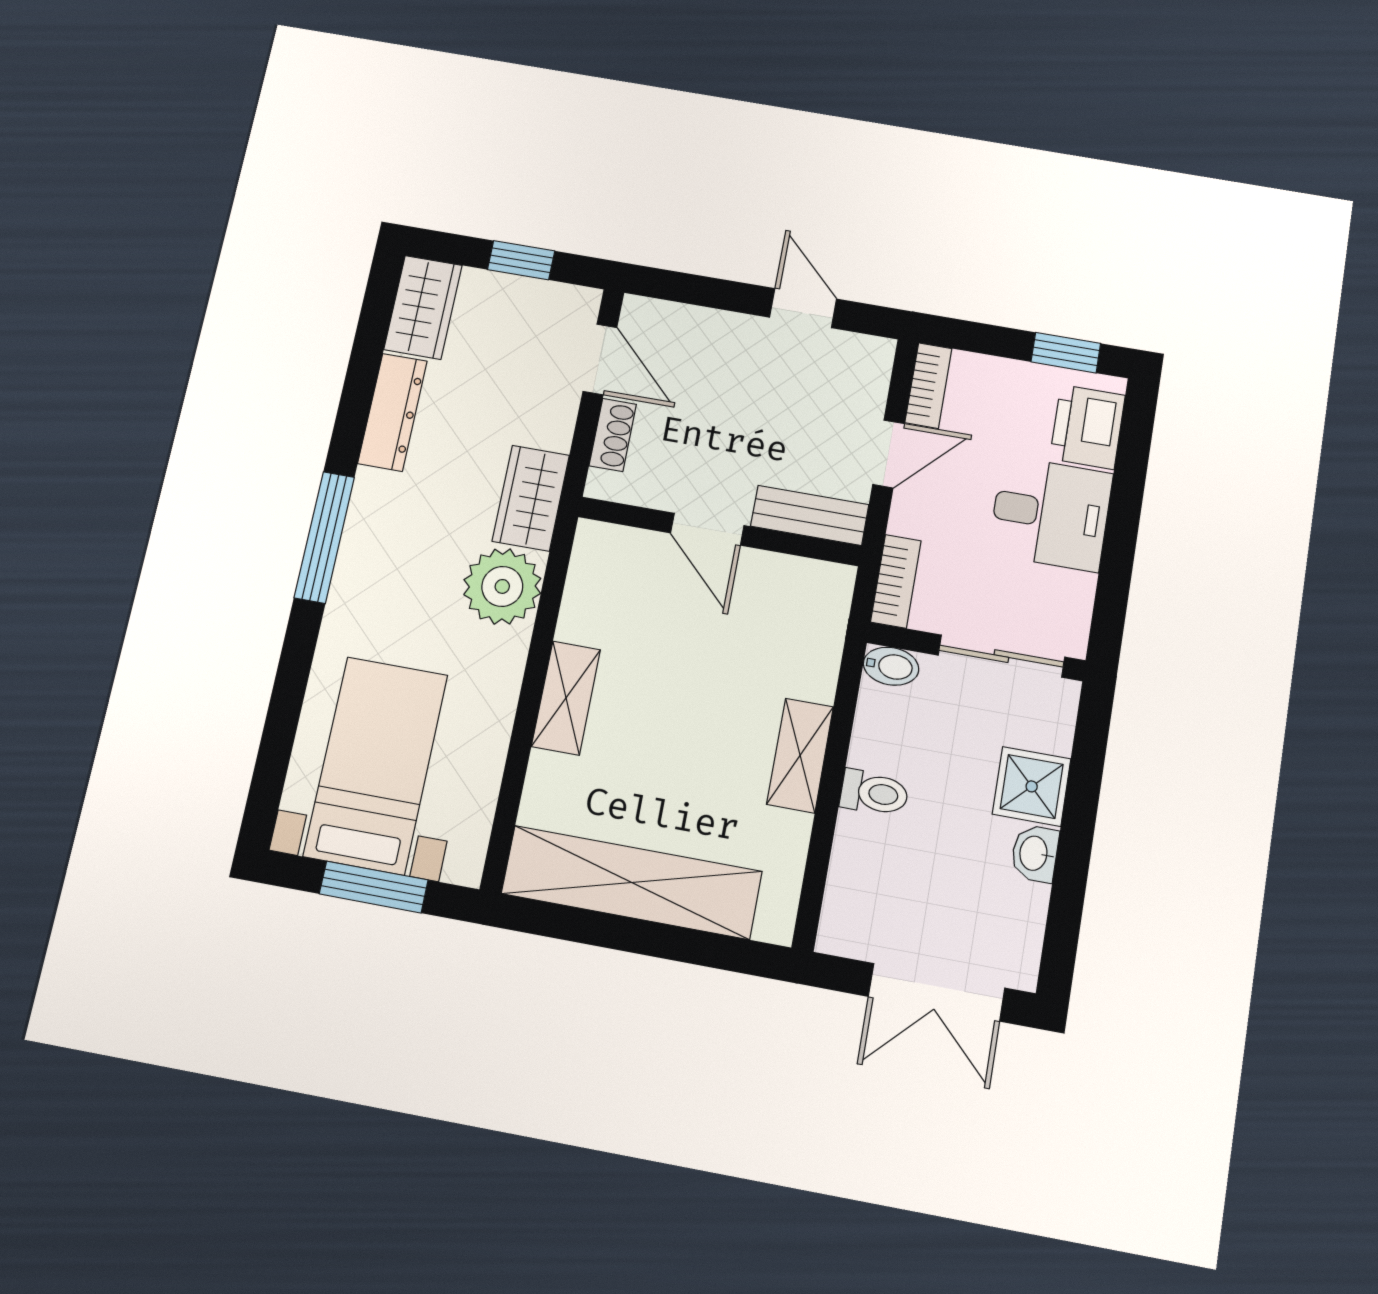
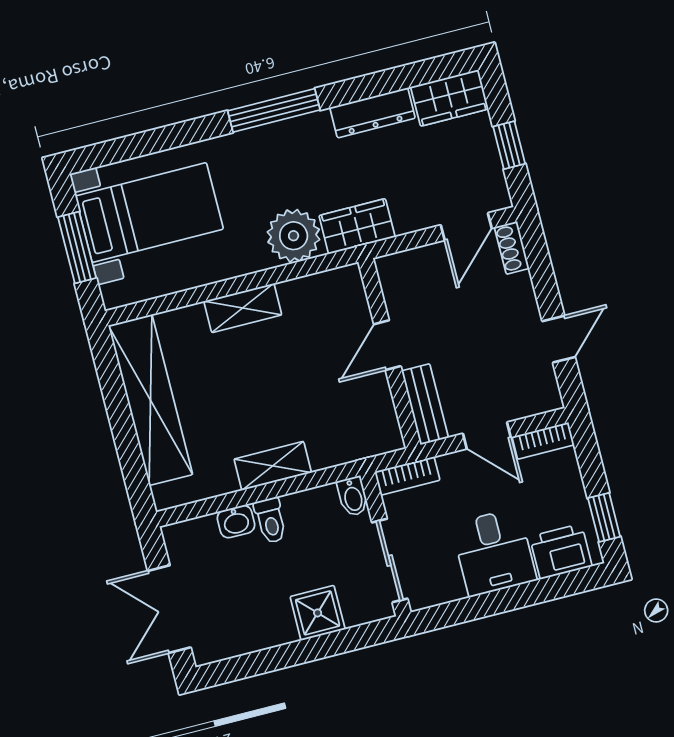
shoe rack: (613, 435) -> (512, 248), moved, turned 90
washbasin: (1035, 853) -> (236, 522), moved, turned 180

